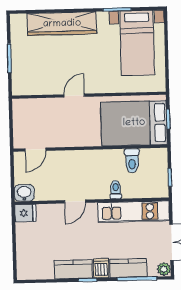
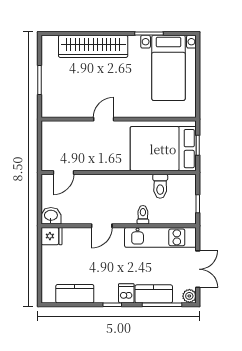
kitchen counter: (74, 269) -> (75, 294), moved

